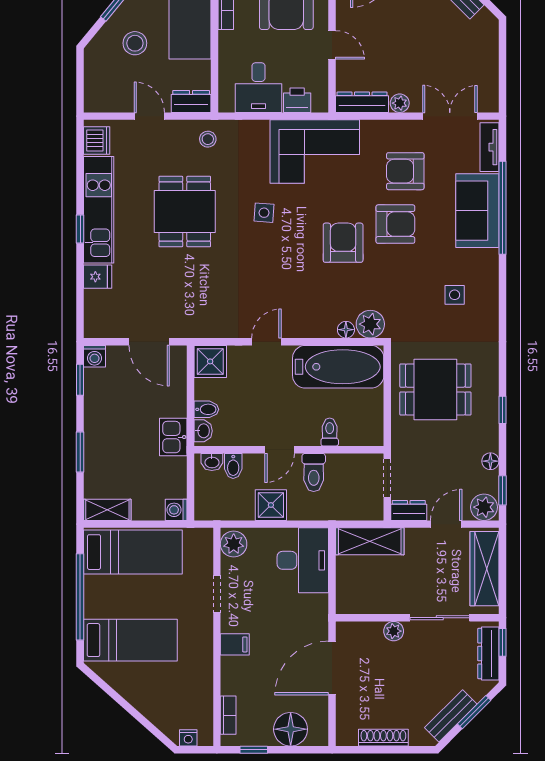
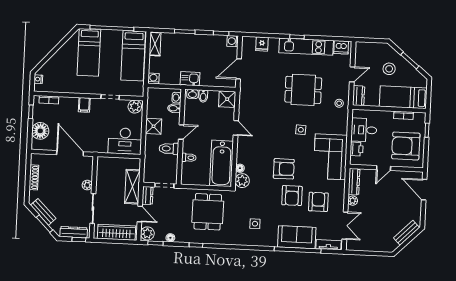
fridge: (98, 277) -> (262, 44), moved
door: (280, 450) -> (181, 132), swing flipped
shelving: (370, 541) -> (132, 187), moved

